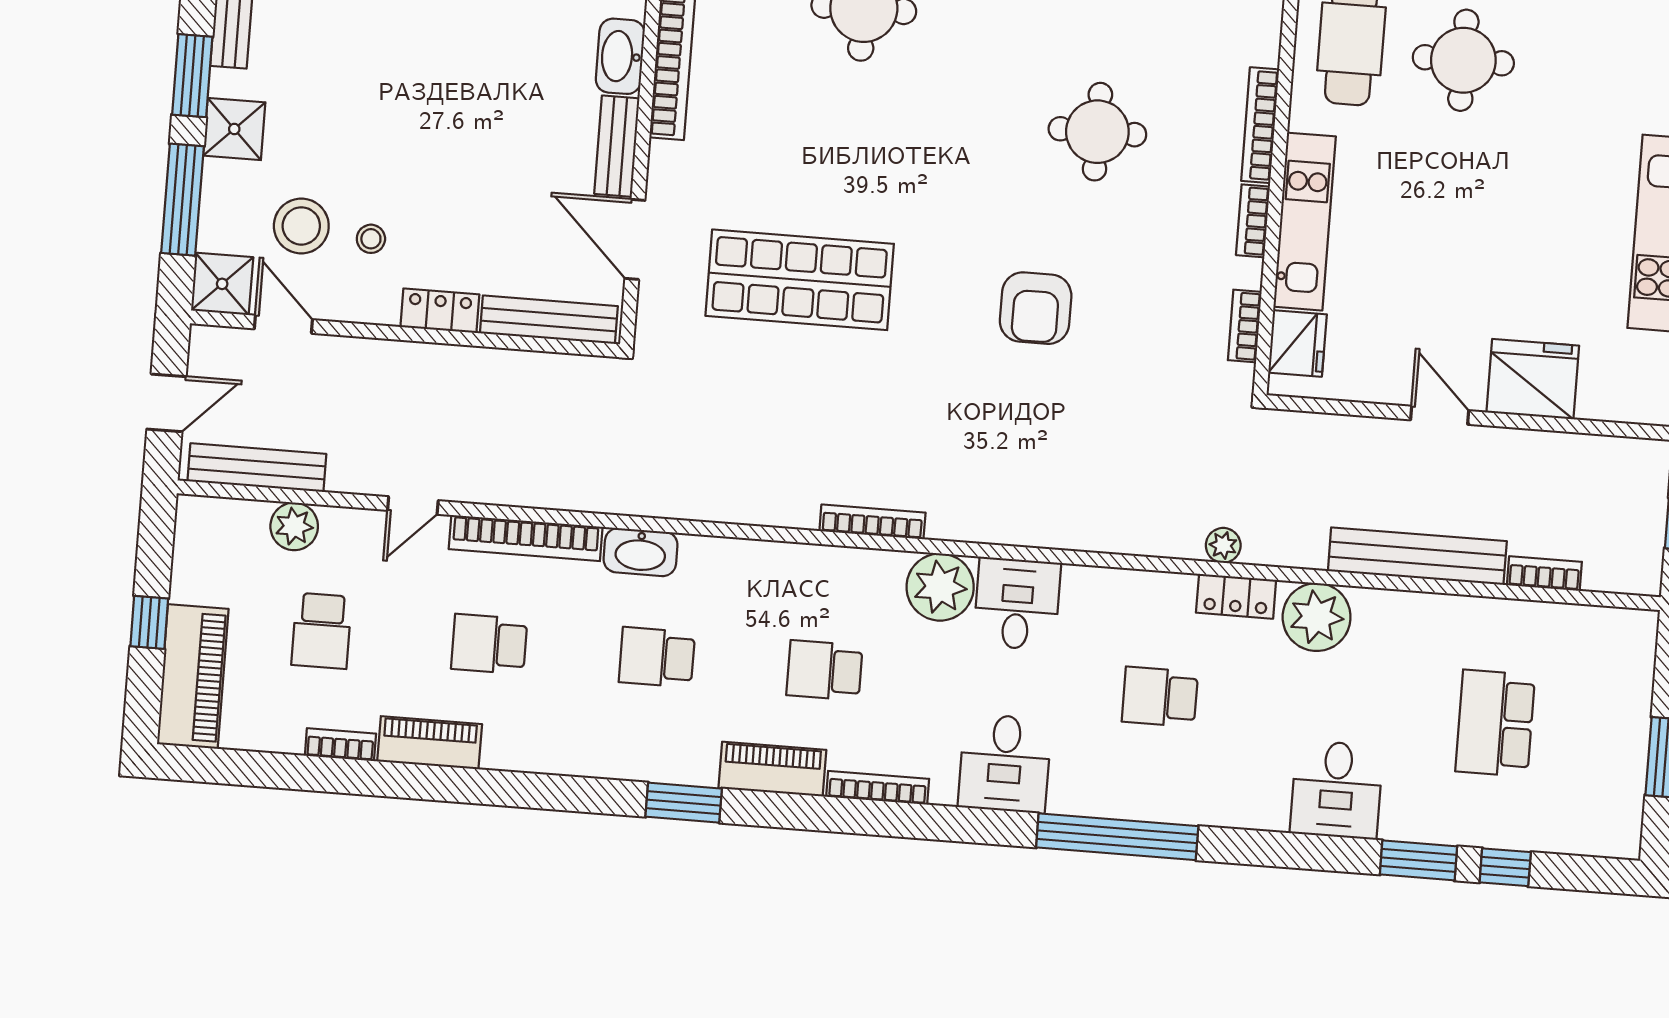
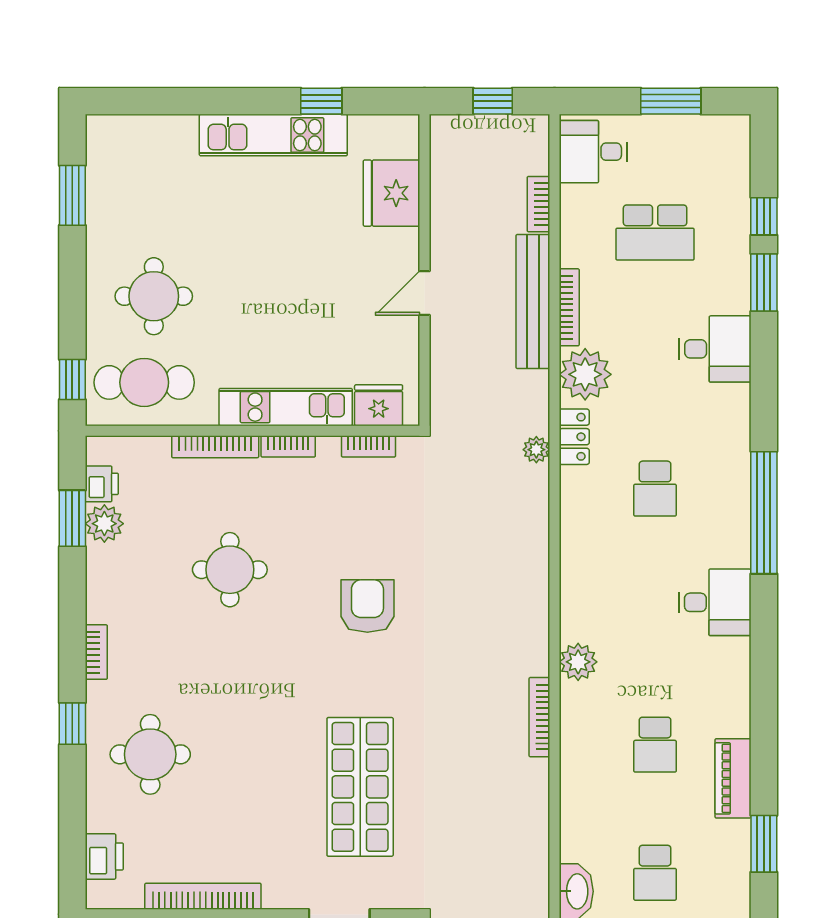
armchair: (1036, 308) -> (367, 606), turned -90
fridge: (1533, 379) -> (392, 193), moved
plant: (940, 587) -> (578, 662), width x0.73, depth x0.73
desk: (1017, 604) -> (593, 152), moved
bookcase: (878, 788) -> (569, 307), moved, turned 180

